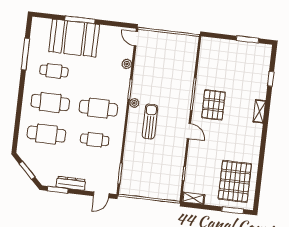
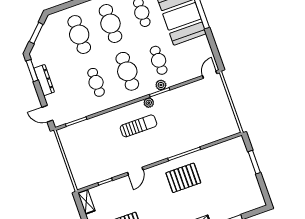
window: (248, 39) -> (254, 162), moved
plant: (127, 64) -> (161, 85), moved
cafe table: (102, 77) -> (159, 60), added
door: (189, 131) -> (135, 171), moved

